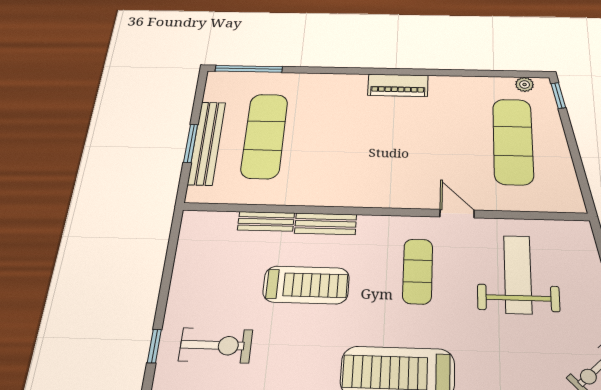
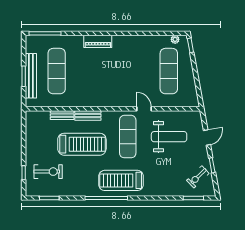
piano: (398, 85) -> (98, 41), moved
exercise mat: (418, 271) -> (128, 137), width x1.36, depth x1.45
weight bench: (518, 274) -> (169, 137), turned 90
treadmill: (306, 285) -> (82, 144), width x1.37, depth x1.38

